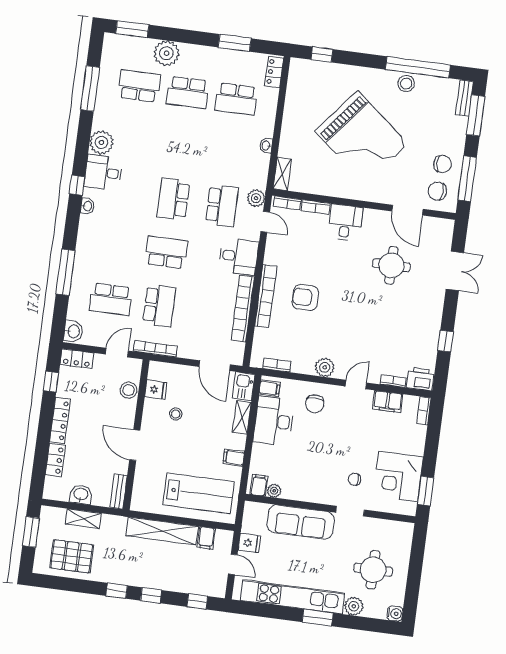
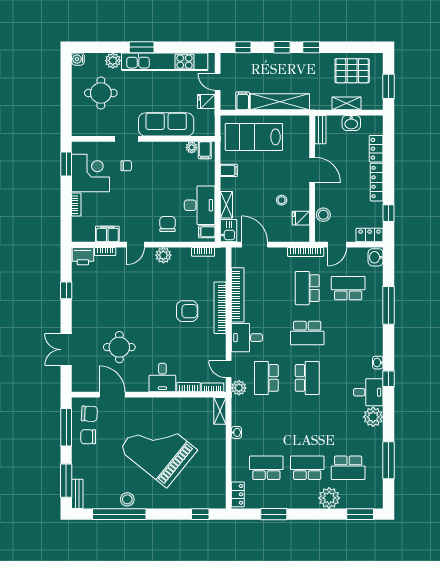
bookcase: (424, 411) -> (76, 205), moved

